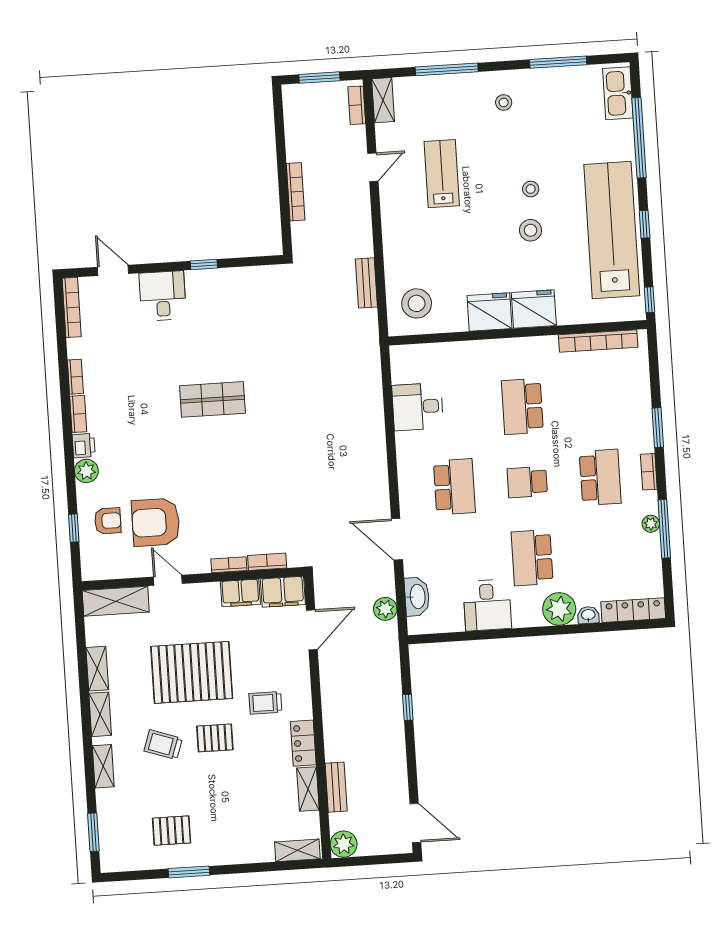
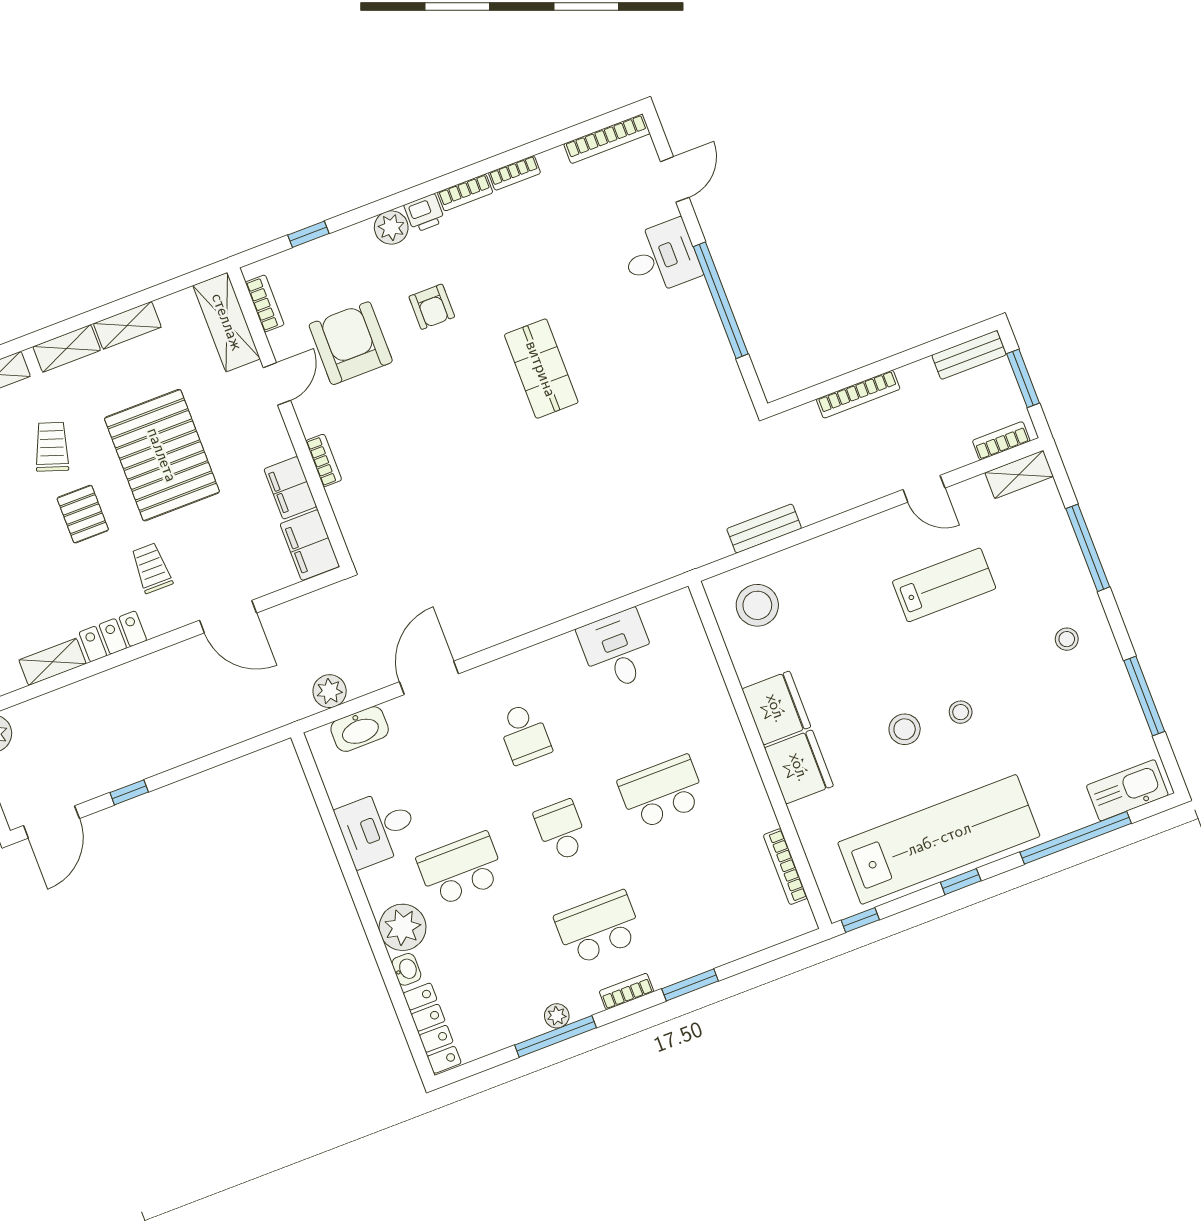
window: (204, 264) -> (721, 300), width x3.17
bookcase: (598, 341) -> (785, 867), width x0.68, depth x0.76
school desk: (600, 477) -> (598, 928), turned 180
school desk: (454, 487) -> (524, 734), width x0.54
armchair: (108, 521) -> (432, 307), moved
bookcase: (267, 562) -> (265, 303), moved
door: (312, 630) -> (228, 617), moved
window: (408, 707) -> (129, 792), moved
bench: (336, 787) -> (969, 355), moved

